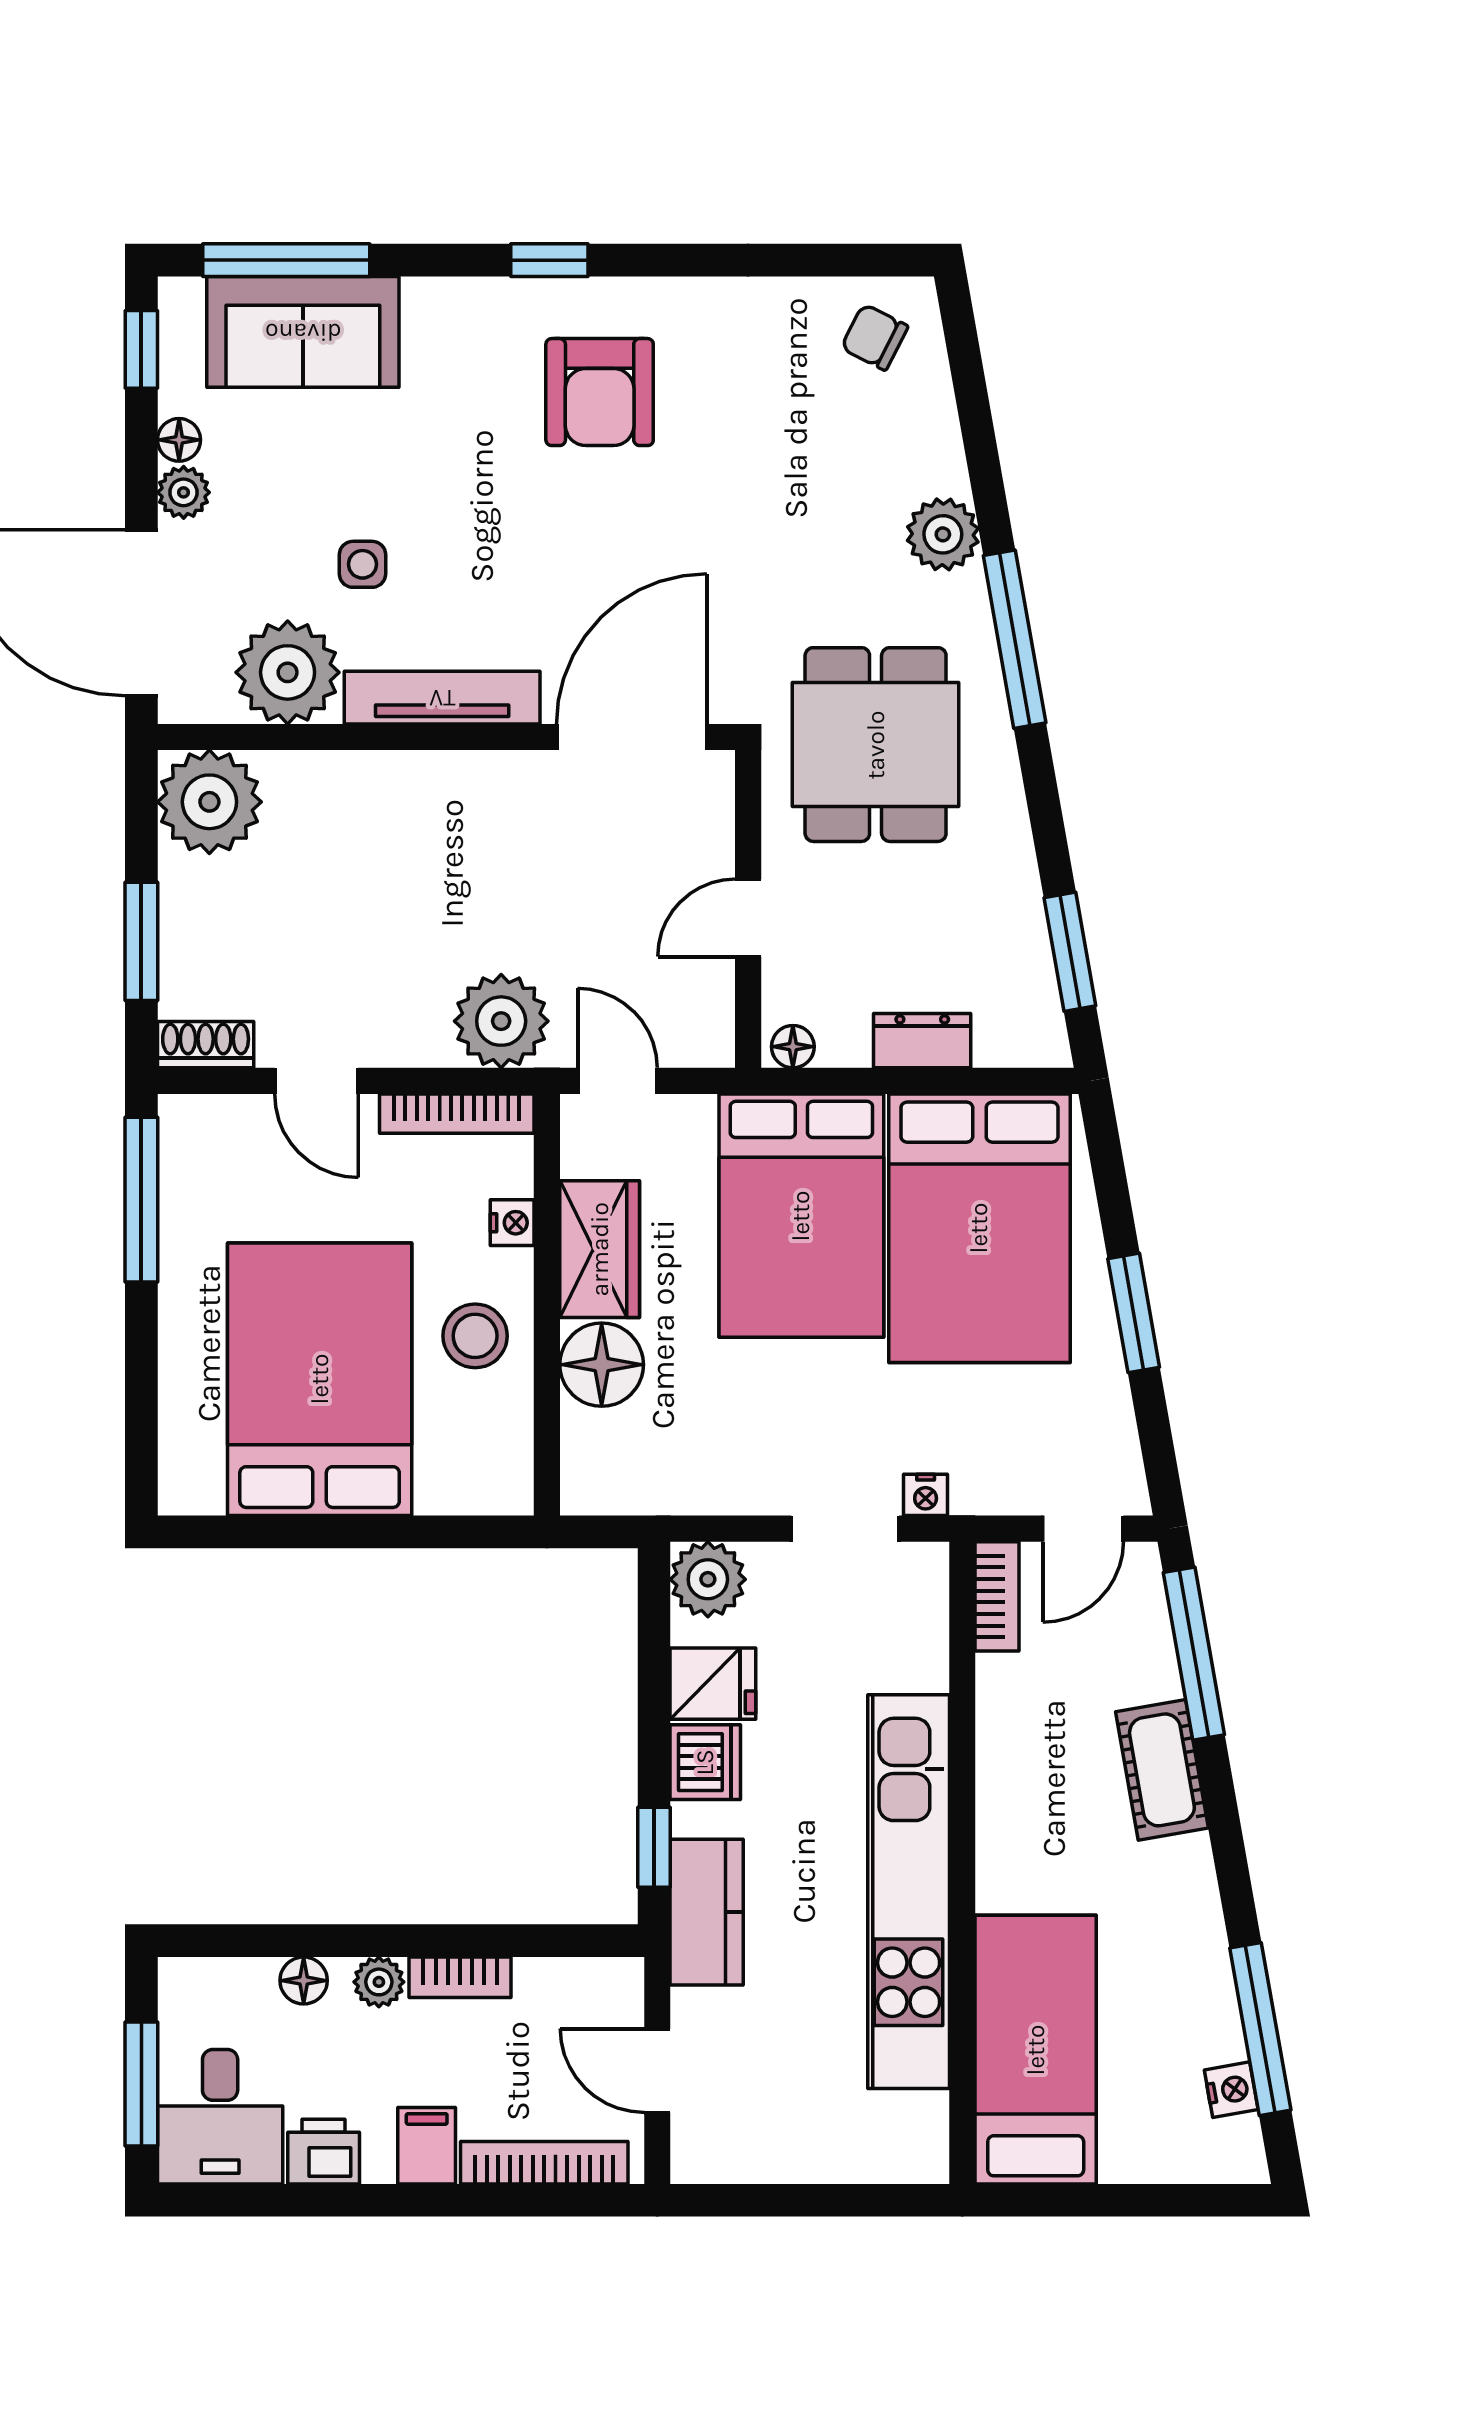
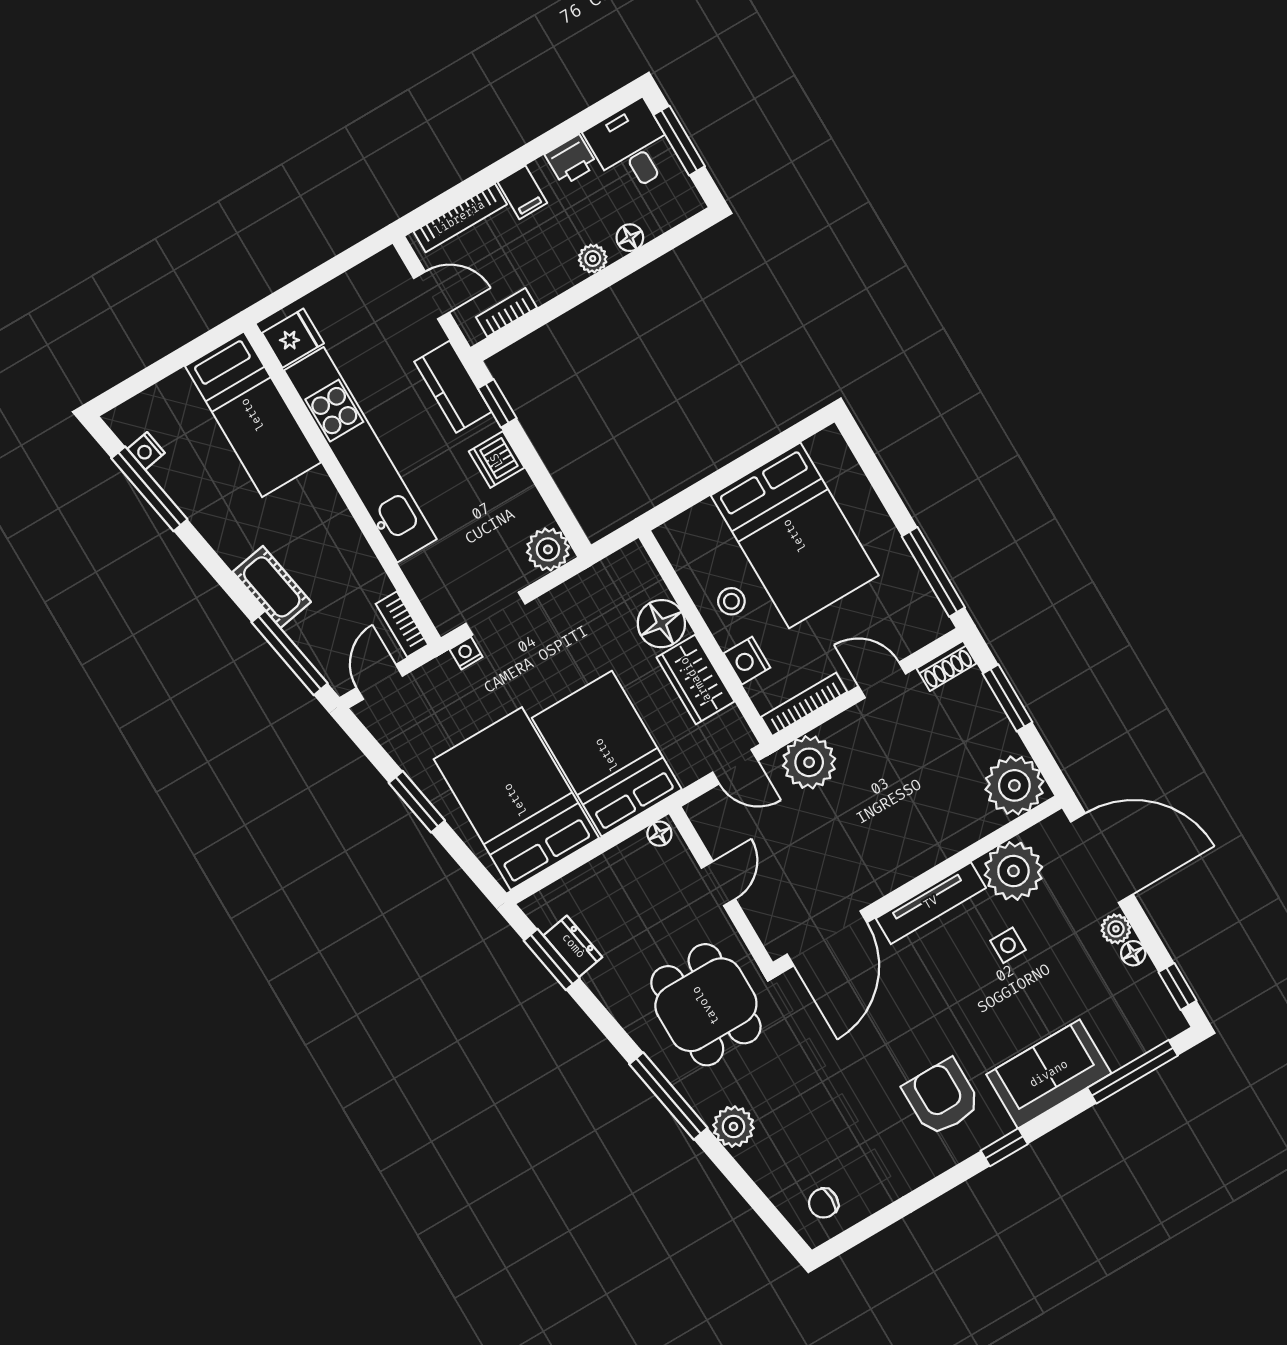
sofa: (303, 332) -> (1049, 1074), moved
chair: (874, 337) -> (824, 1203), turned 153
dresser: (922, 1041) -> (573, 946), moved, turned -100
nightstand: (512, 1223) -> (747, 661), width x1.39, depth x1.35
stool: (475, 1336) -> (731, 601), width x0.73, depth x0.73
fridge: (713, 1684) -> (293, 338), moved, turned 180
bookcase: (460, 1977) -> (506, 312), moved

